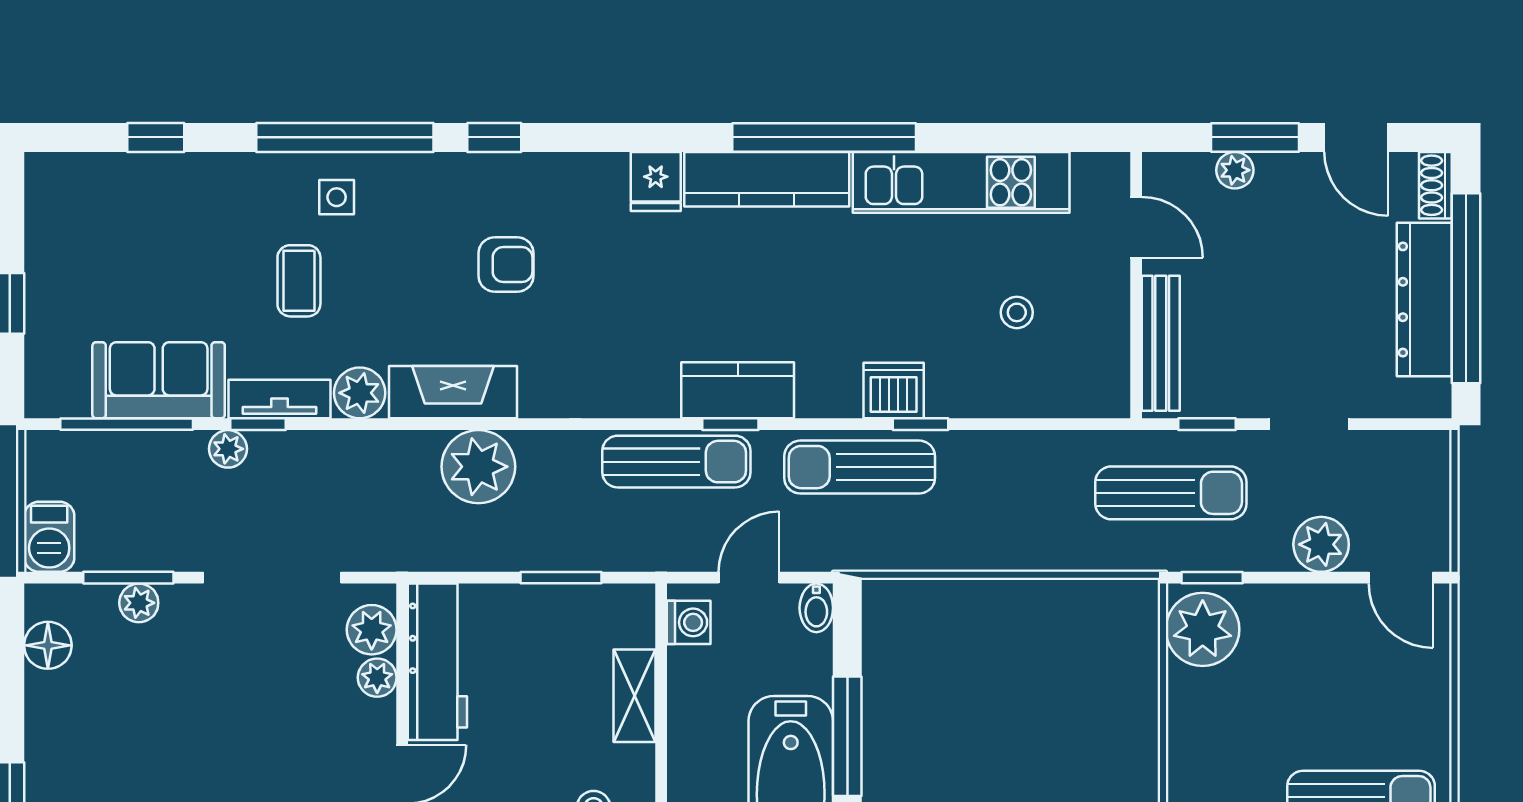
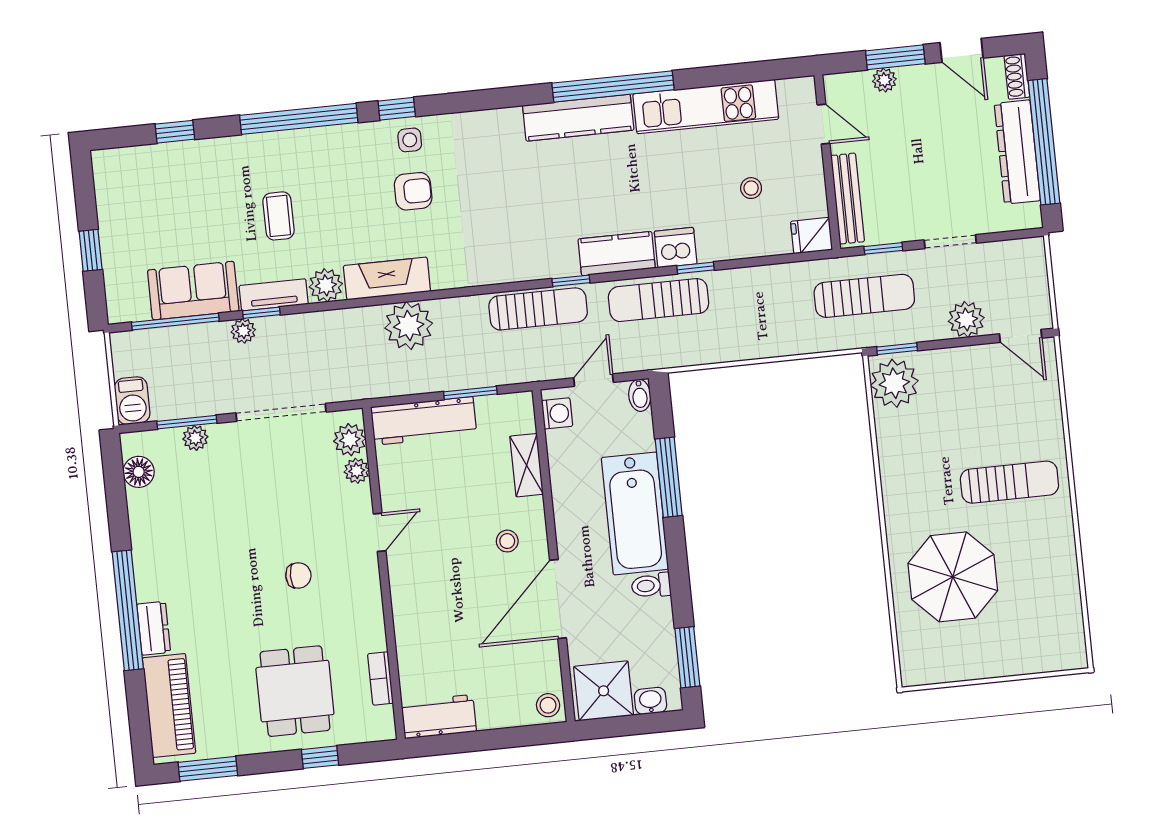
fridge: (656, 181) -> (812, 236), moved, turned 90
side table: (337, 197) -> (410, 140), moved
kitchen counter: (738, 390) -> (617, 254), moved
workbench: (437, 662) -> (424, 421), moved, turned 90

